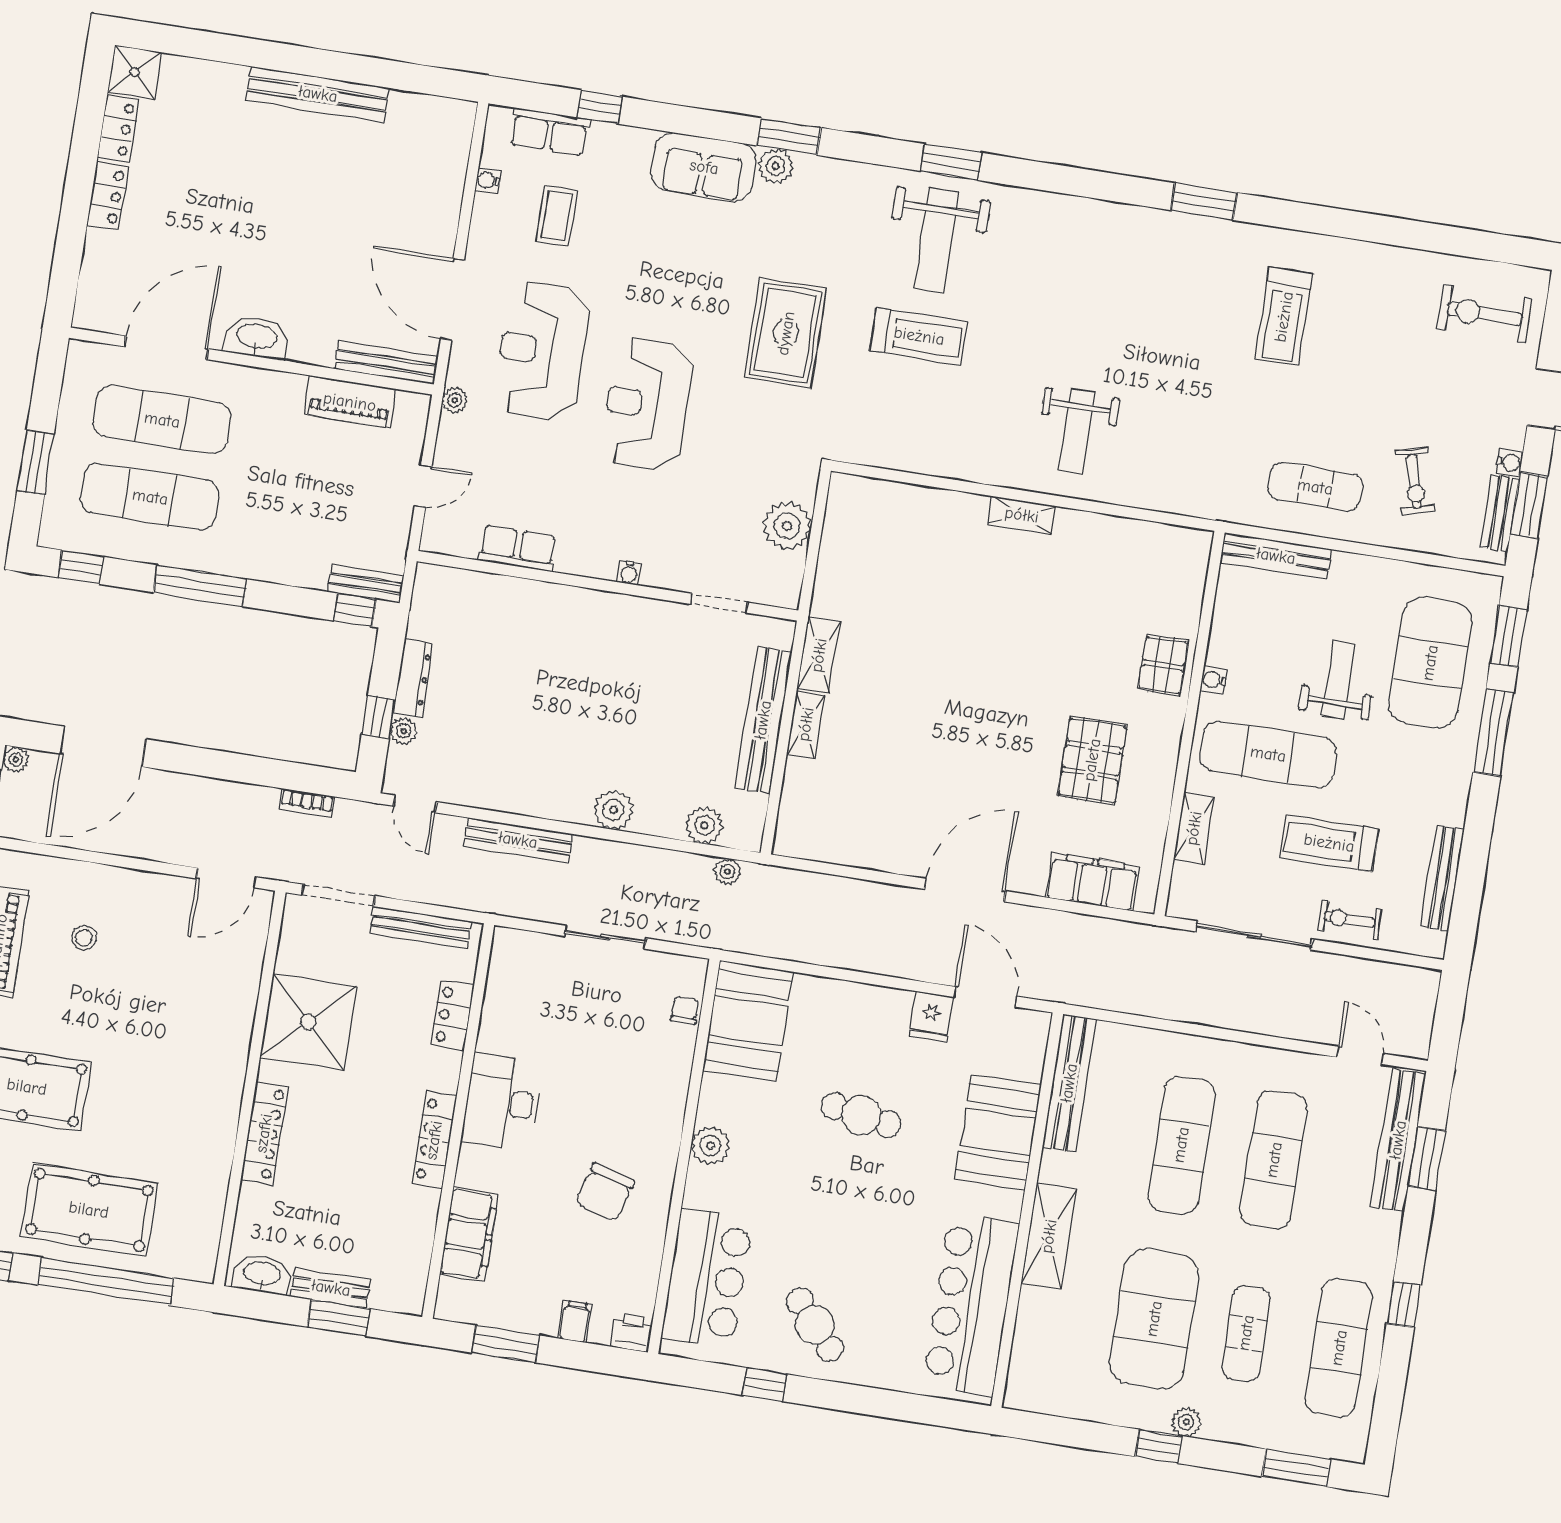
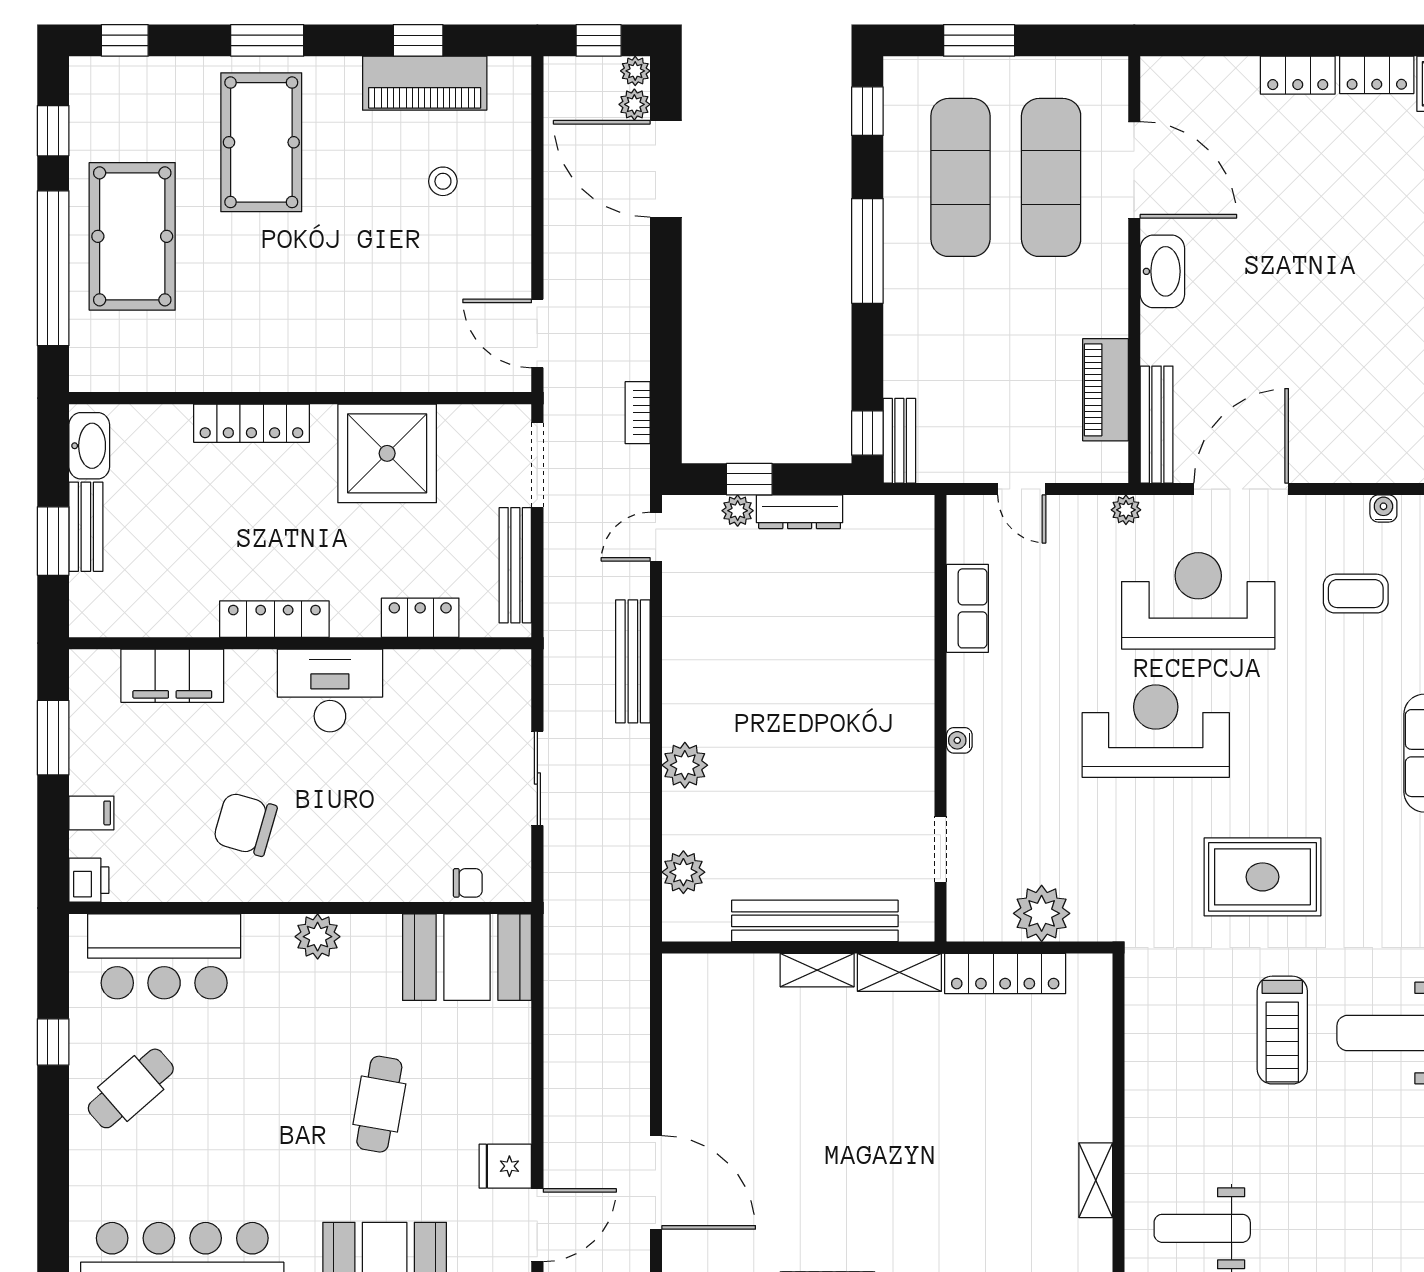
locker: (834, 565) -> (1005, 974), added
plant: (727, 872) -> (634, 104), moved

